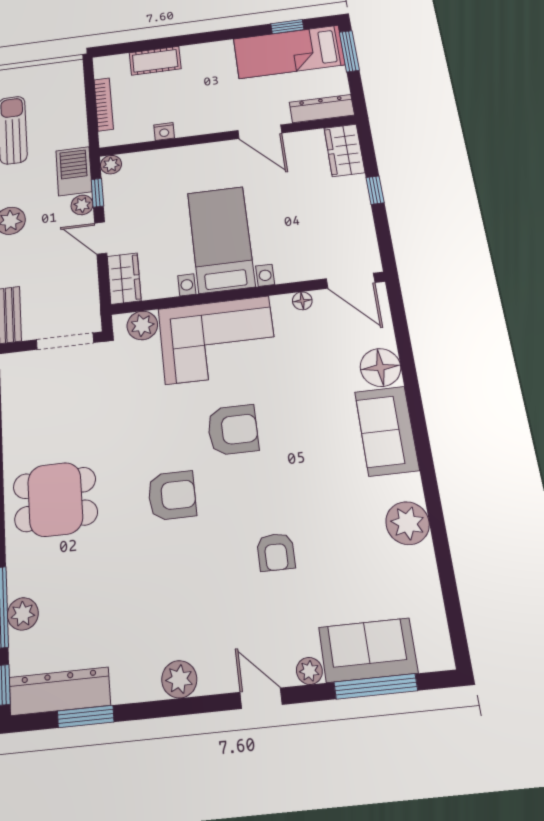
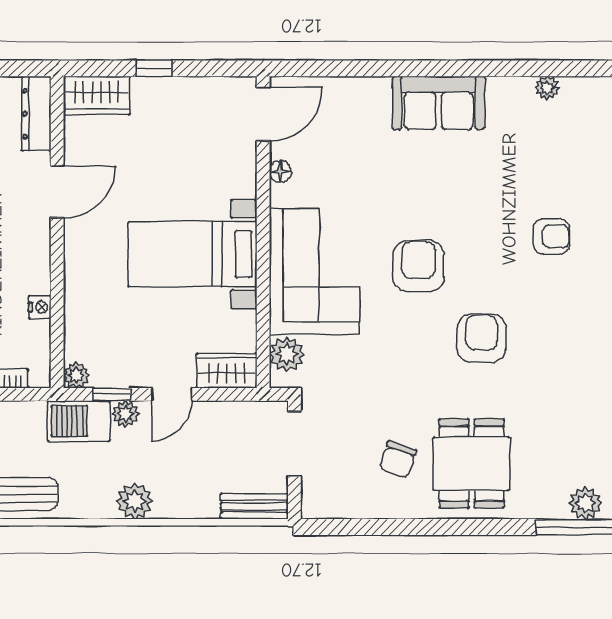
floor lamp: (380, 367) -> (368, 98), removed
chair: (55, 432) -> (398, 460), added
plant: (408, 523) -> (547, 88), width x0.53, depth x0.53

